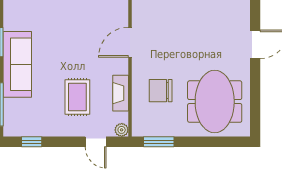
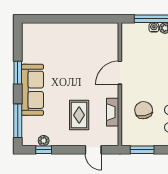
chair: (161, 91) -> (144, 110), turned 79
plant: (122, 130) -> (44, 141), moved

